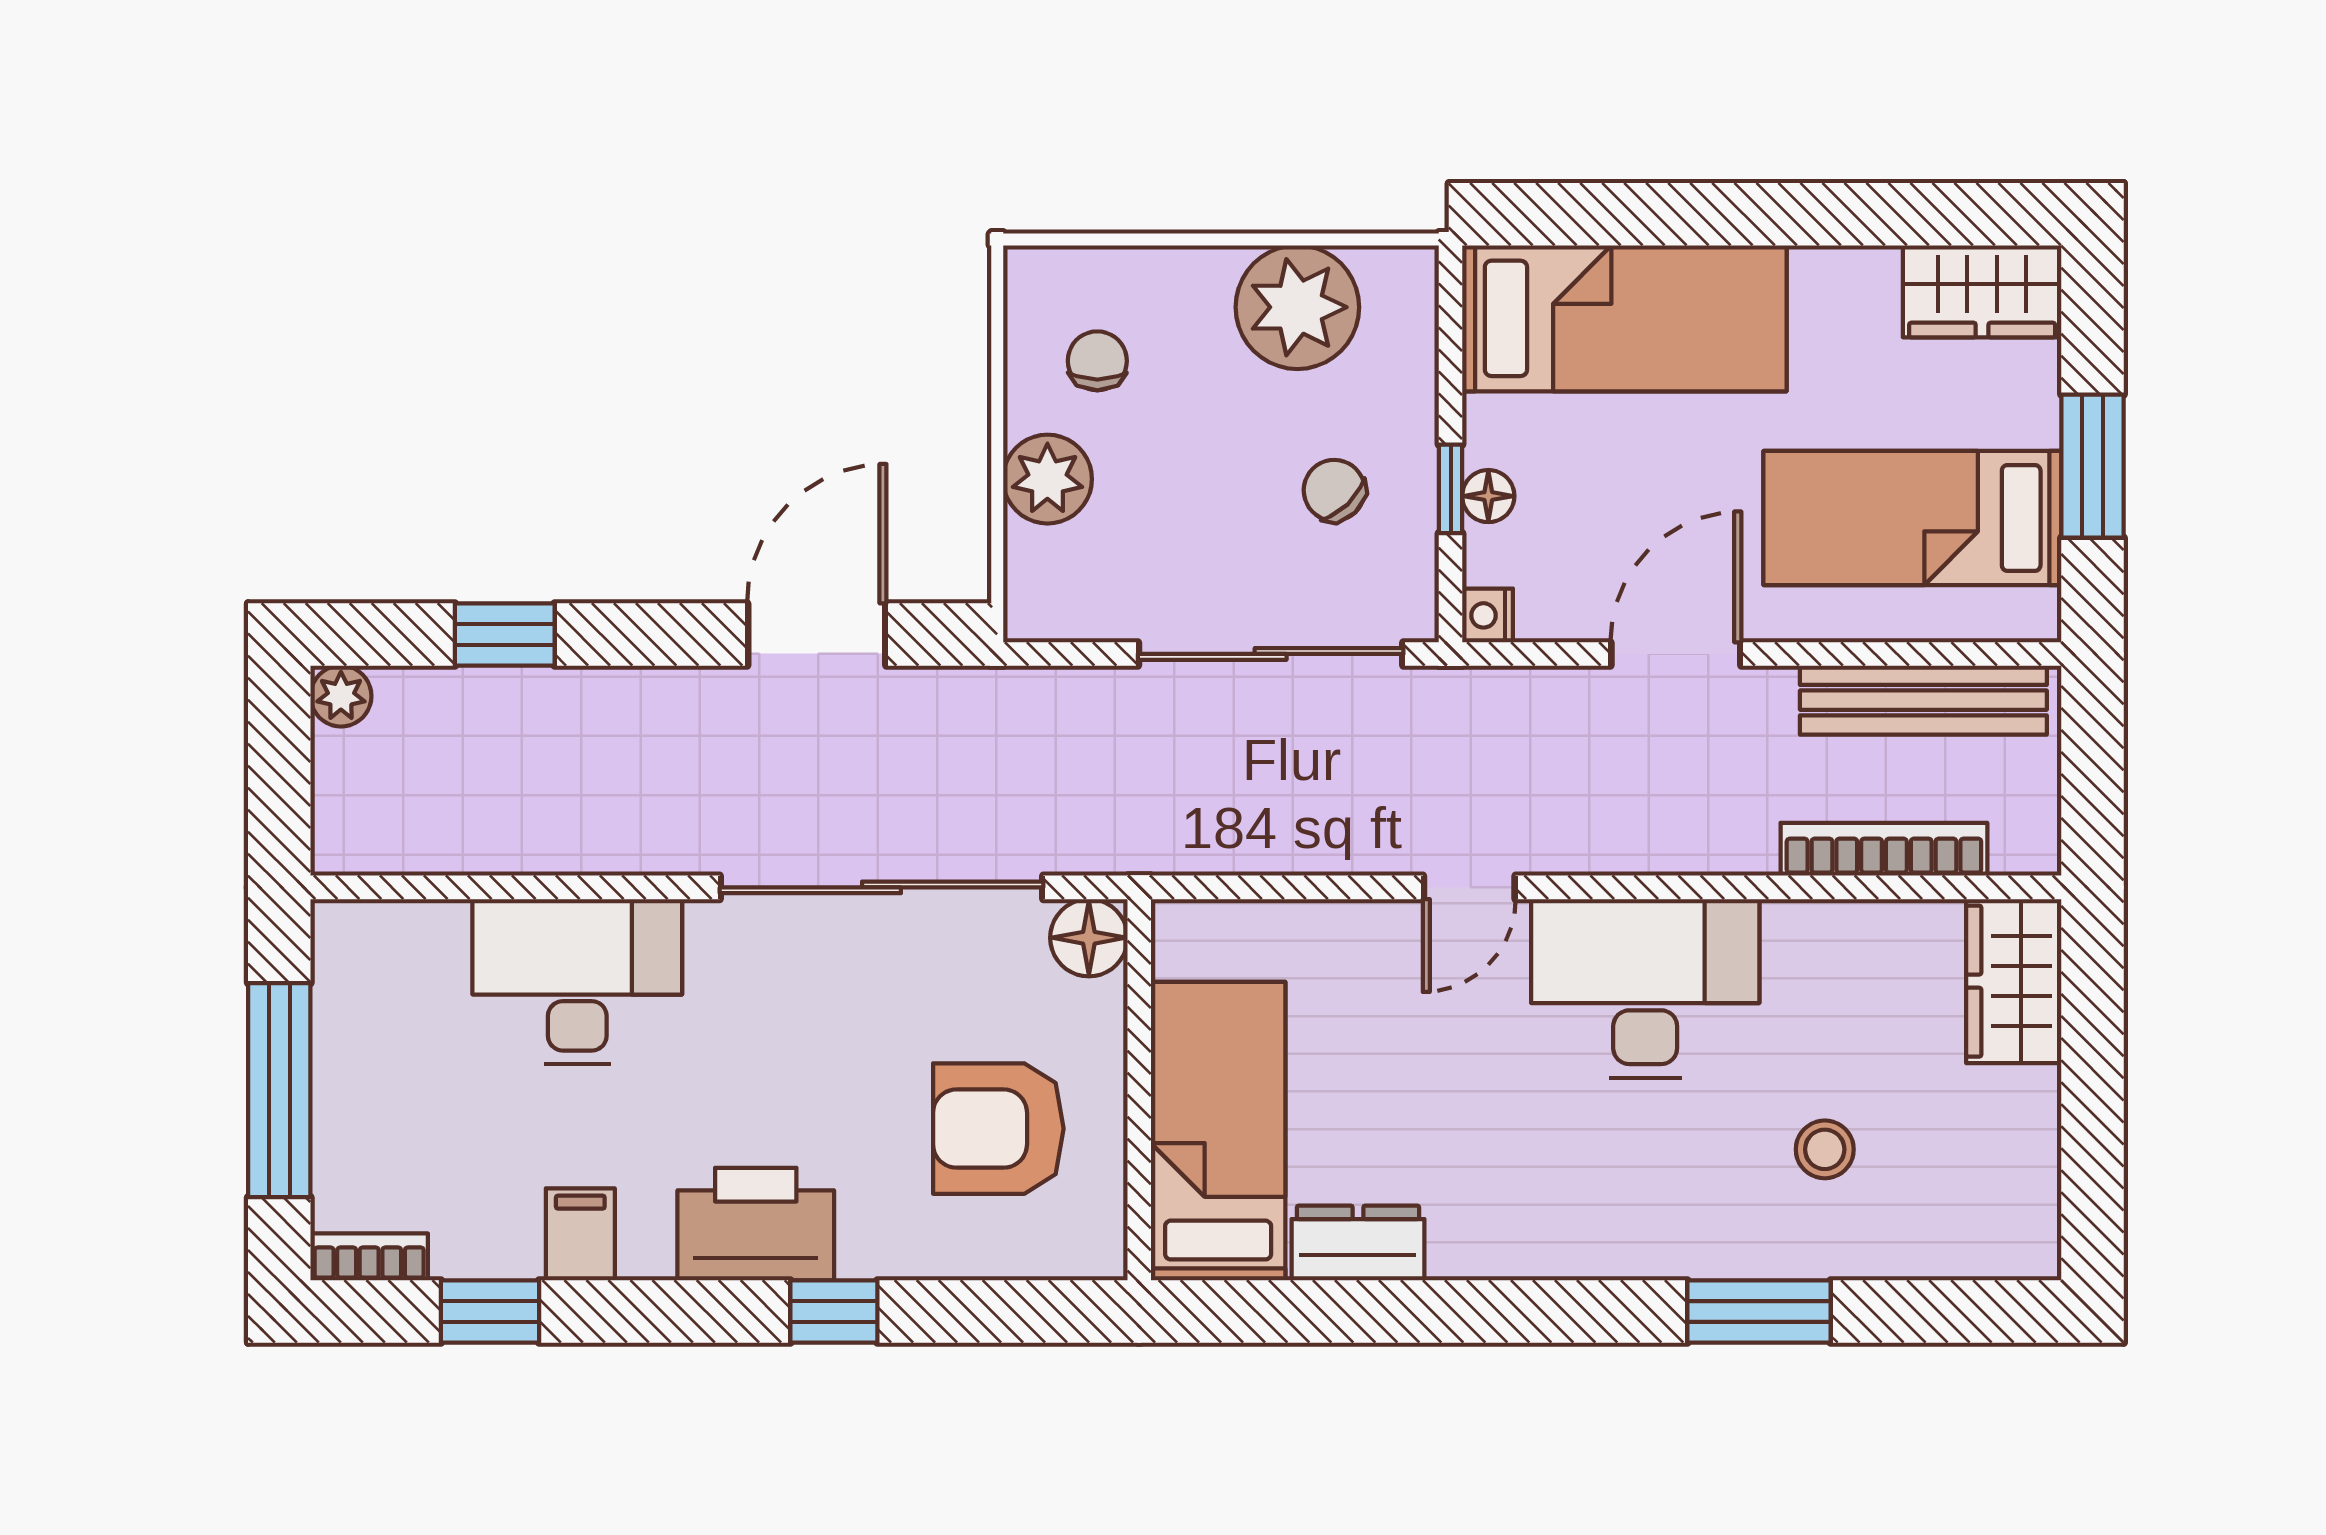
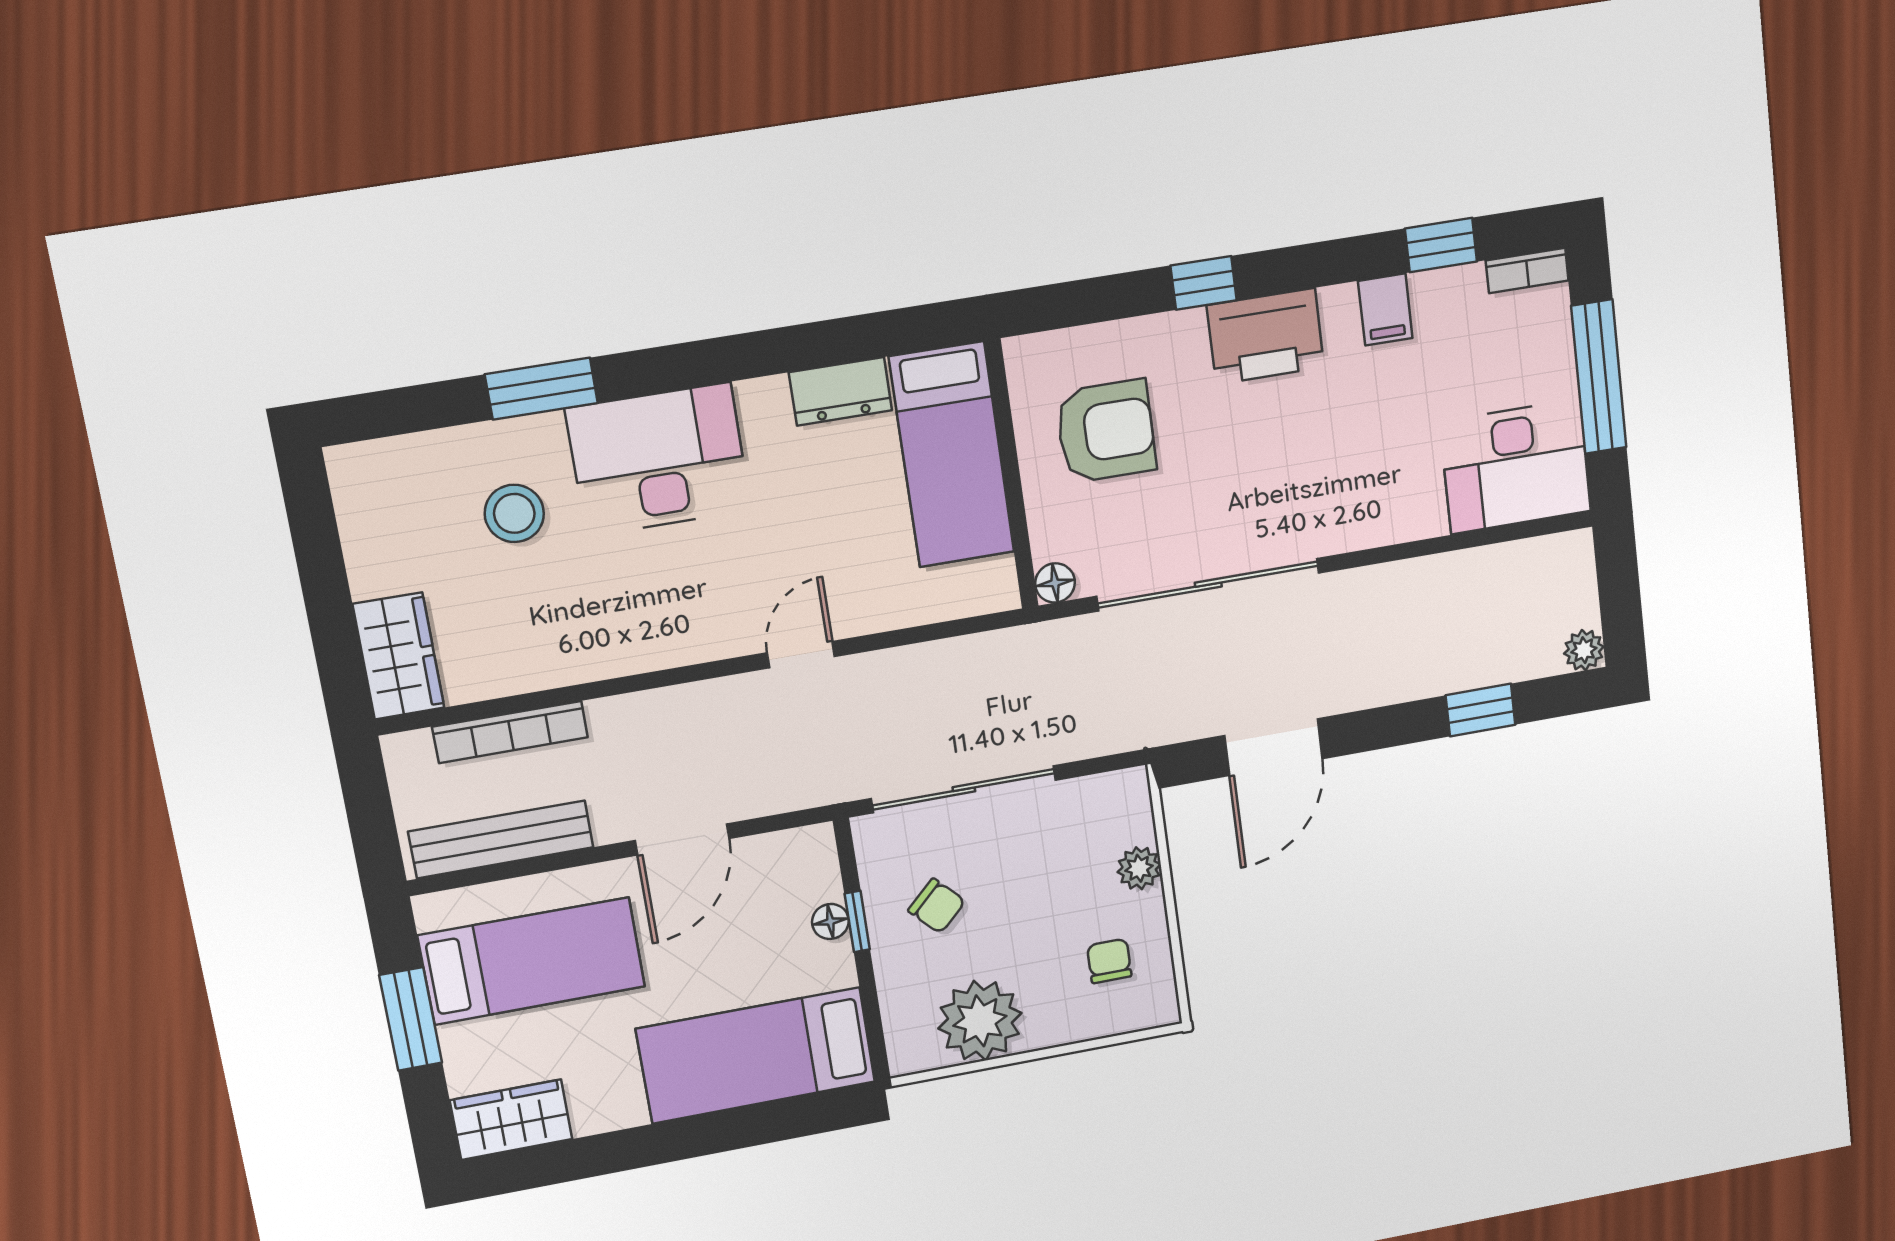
chair: (1097, 361) -> (1109, 961), turned 180
plant: (1047, 479) -> (1139, 868), width x0.73, depth x0.73
nightstand: (1488, 615) -> (818, 842), removed
floor lamp: (1089, 938) -> (1055, 583), width x0.73, depth x0.73
desk: (577, 981) -> (1515, 467), moved
desk: (1645, 989) -> (658, 459), moved, turned 180
stool: (1825, 1149) -> (514, 513), width x1.37, depth x1.37

